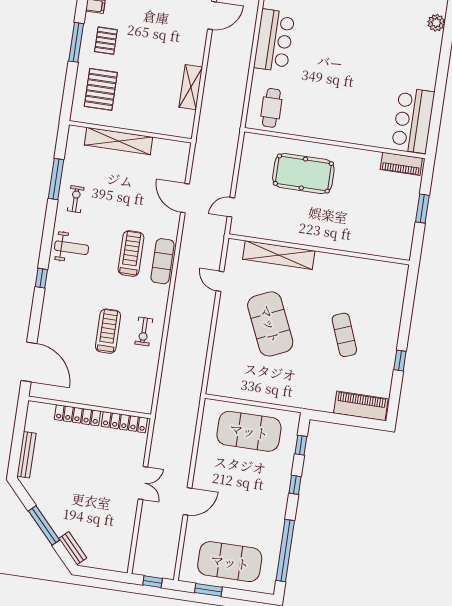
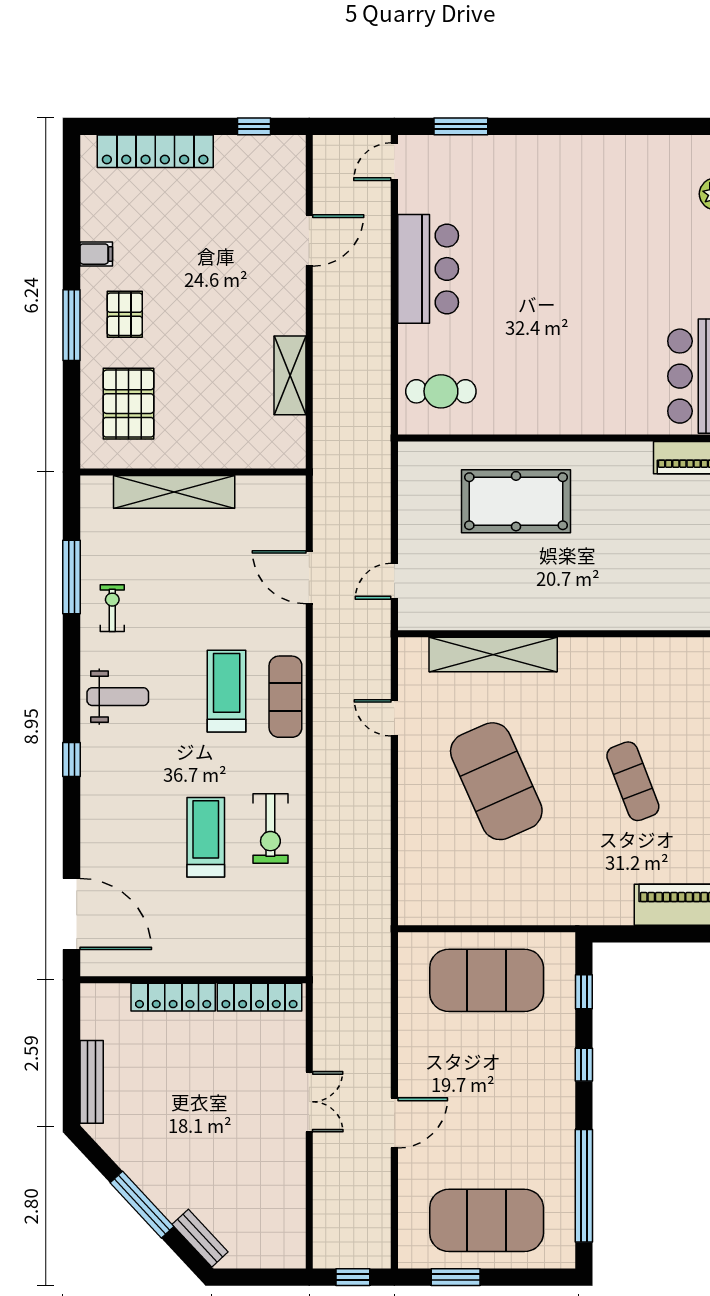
cafe table: (271, 108) -> (441, 391), turned 90
exercise bike: (144, 332) -> (270, 829), width x1.38, depth x1.39

